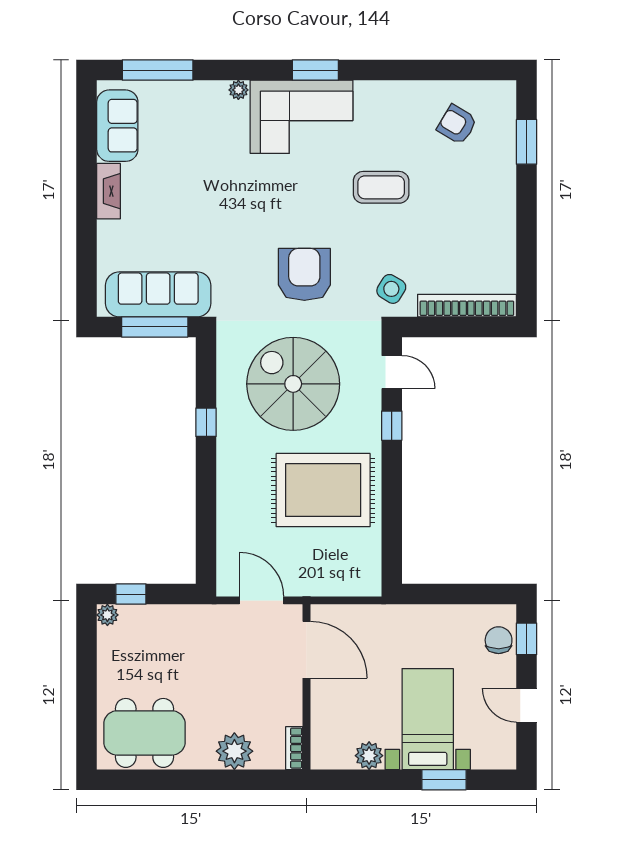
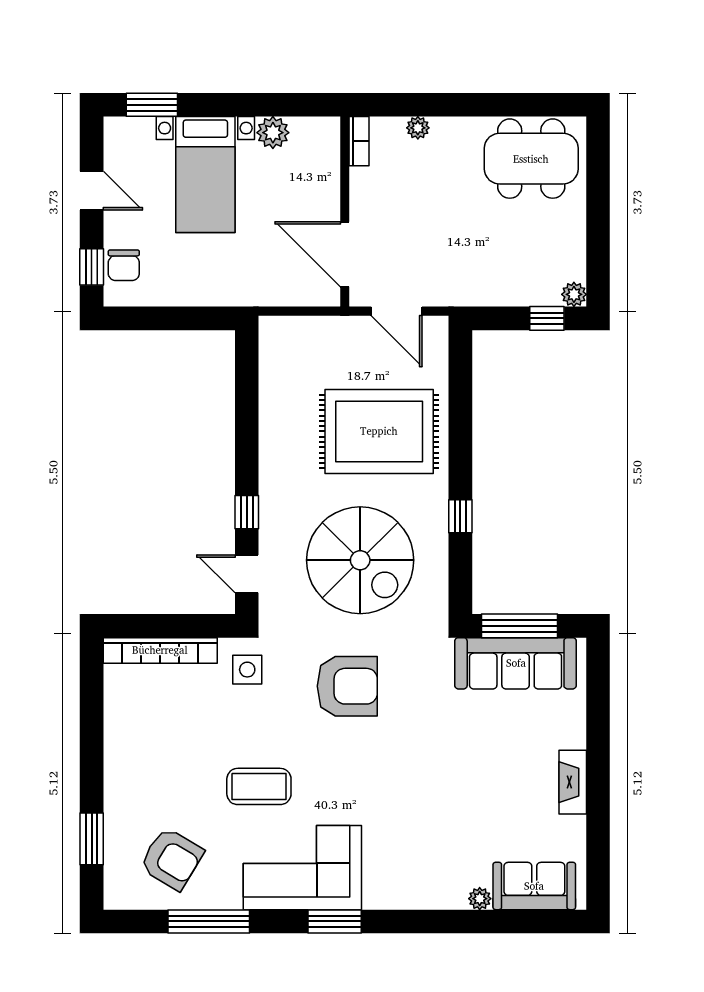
window: (158, 70) -> (209, 921), moved
plant: (238, 90) -> (480, 899), moved
corner sofa: (302, 117) -> (302, 868), moved
armchair: (457, 124) -> (172, 859), width x1.38, depth x1.38
sofa: (117, 126) -> (534, 886), moved, turned 90
armchair: (304, 274) -> (347, 686), turned -90
side table: (391, 289) -> (247, 670), turned -31
rug: (323, 490) -> (379, 431), moved
plant: (234, 751) -> (418, 128), width x0.53, depth x0.53
window: (444, 780) -> (152, 105), moved

